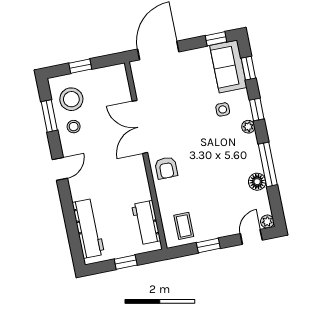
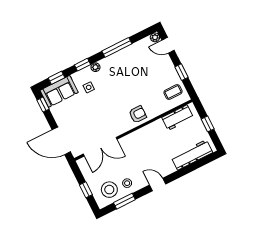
double door: (140, 127) -> (100, 147), moved
floor lamp: (257, 182) -> (130, 51), removed

